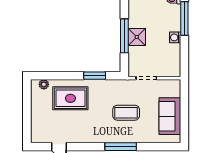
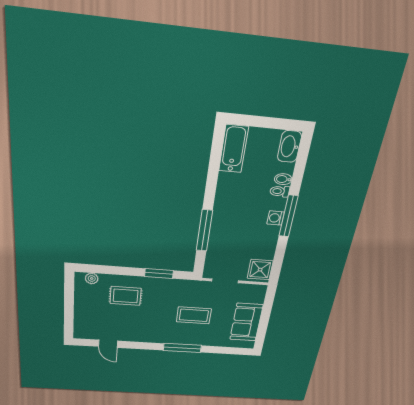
shower: (137, 37) -> (260, 270), moved
washing machine: (175, 37) -> (276, 218), moved
rug: (70, 98) -> (126, 296), width x0.73, depth x0.70

